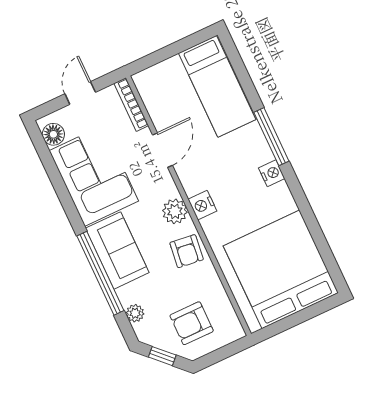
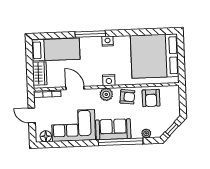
wardrobe: (162, 75) -> (40, 73), added
armchair: (192, 323) -> (151, 98), moved

